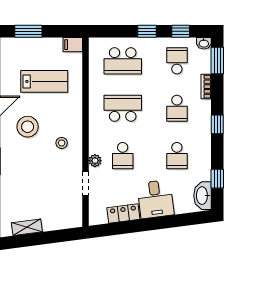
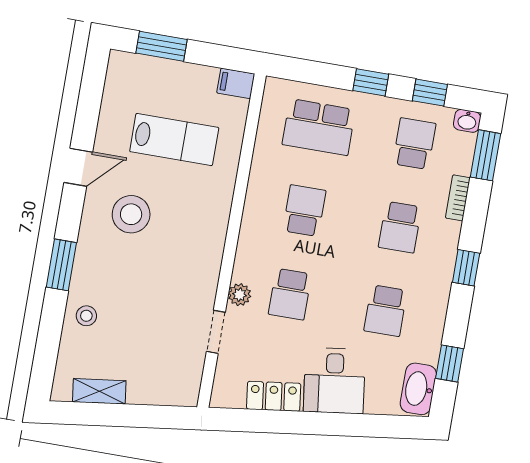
school desk: (123, 108) -> (304, 211), width x0.54
stool: (62, 143) -> (86, 316), moved

